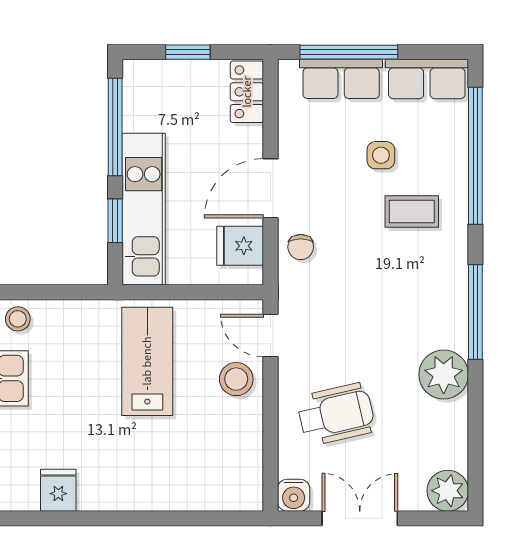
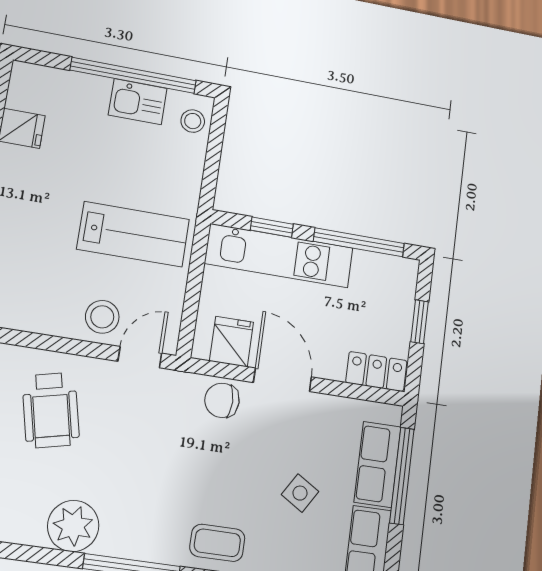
side table: (381, 155) -> (300, 493), turned 32
coffee table: (412, 212) -> (217, 543), moved, turned 90
chair: (301, 247) -> (222, 400), width x1.37, depth x1.37

